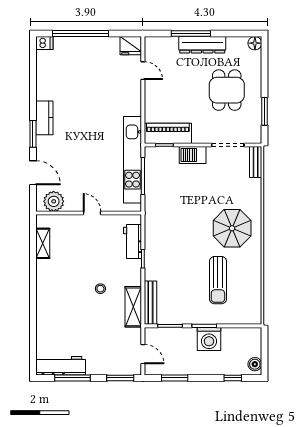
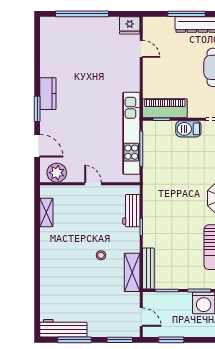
dishwasher: (44, 43) -> (48, 23), removed

